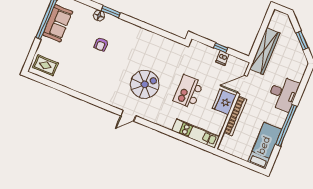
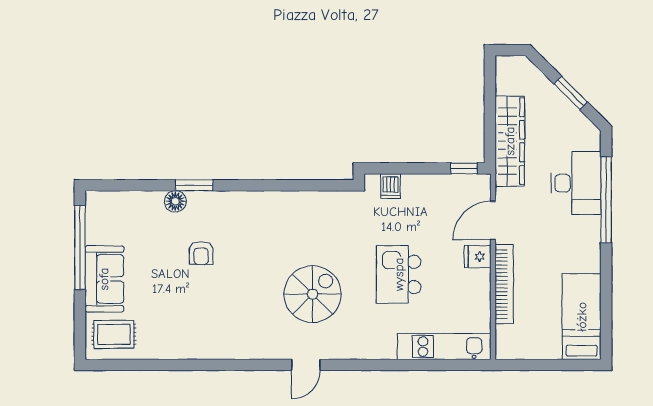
sofa: (58, 23) -> (104, 279), moved
window: (221, 48) -> (464, 168), moved
dishwasher: (222, 58) -> (391, 186), moved
desk: (283, 93) -> (576, 183), moved
fridge: (224, 102) -> (478, 257), width x0.53, depth x0.75
window: (286, 125) -> (606, 200), moved

